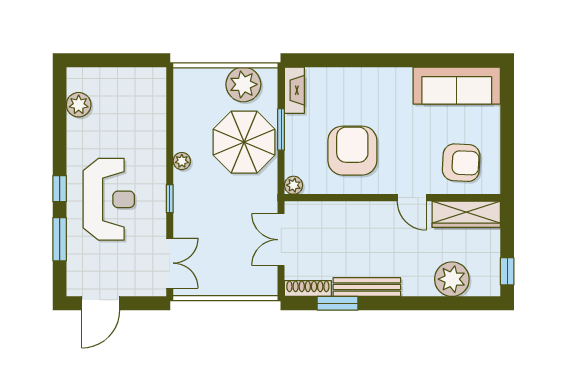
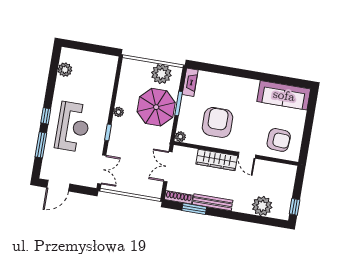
wardrobe: (466, 214) -> (217, 160), moved

